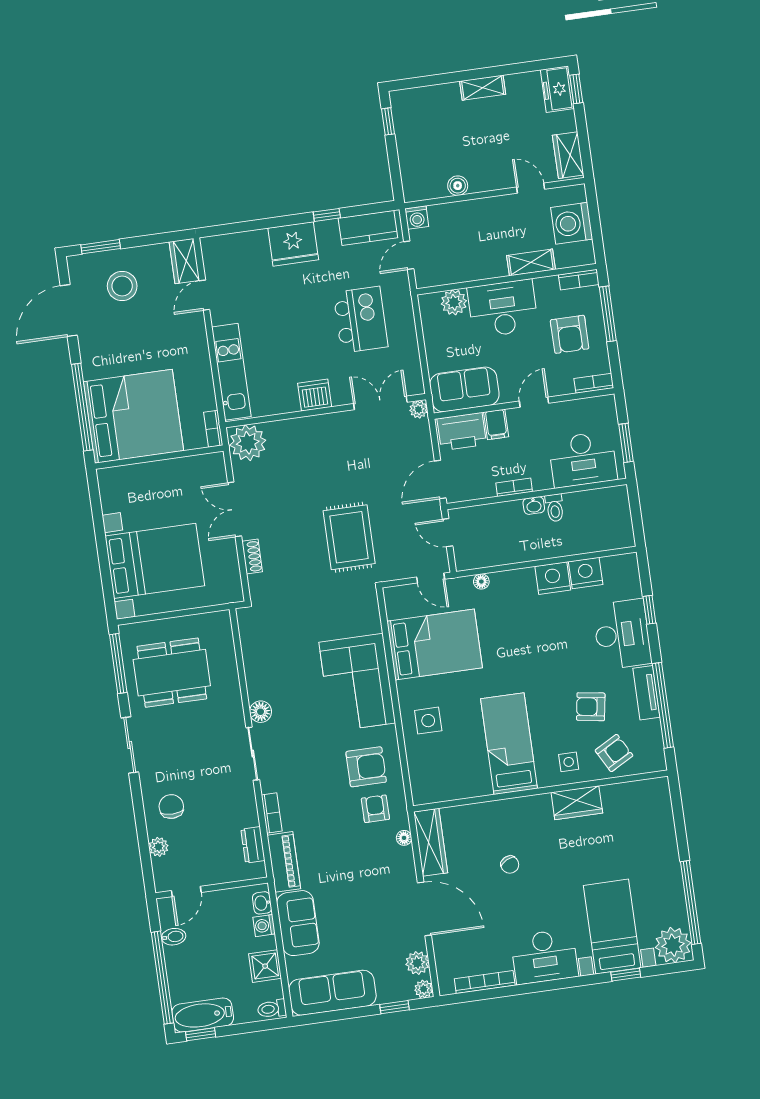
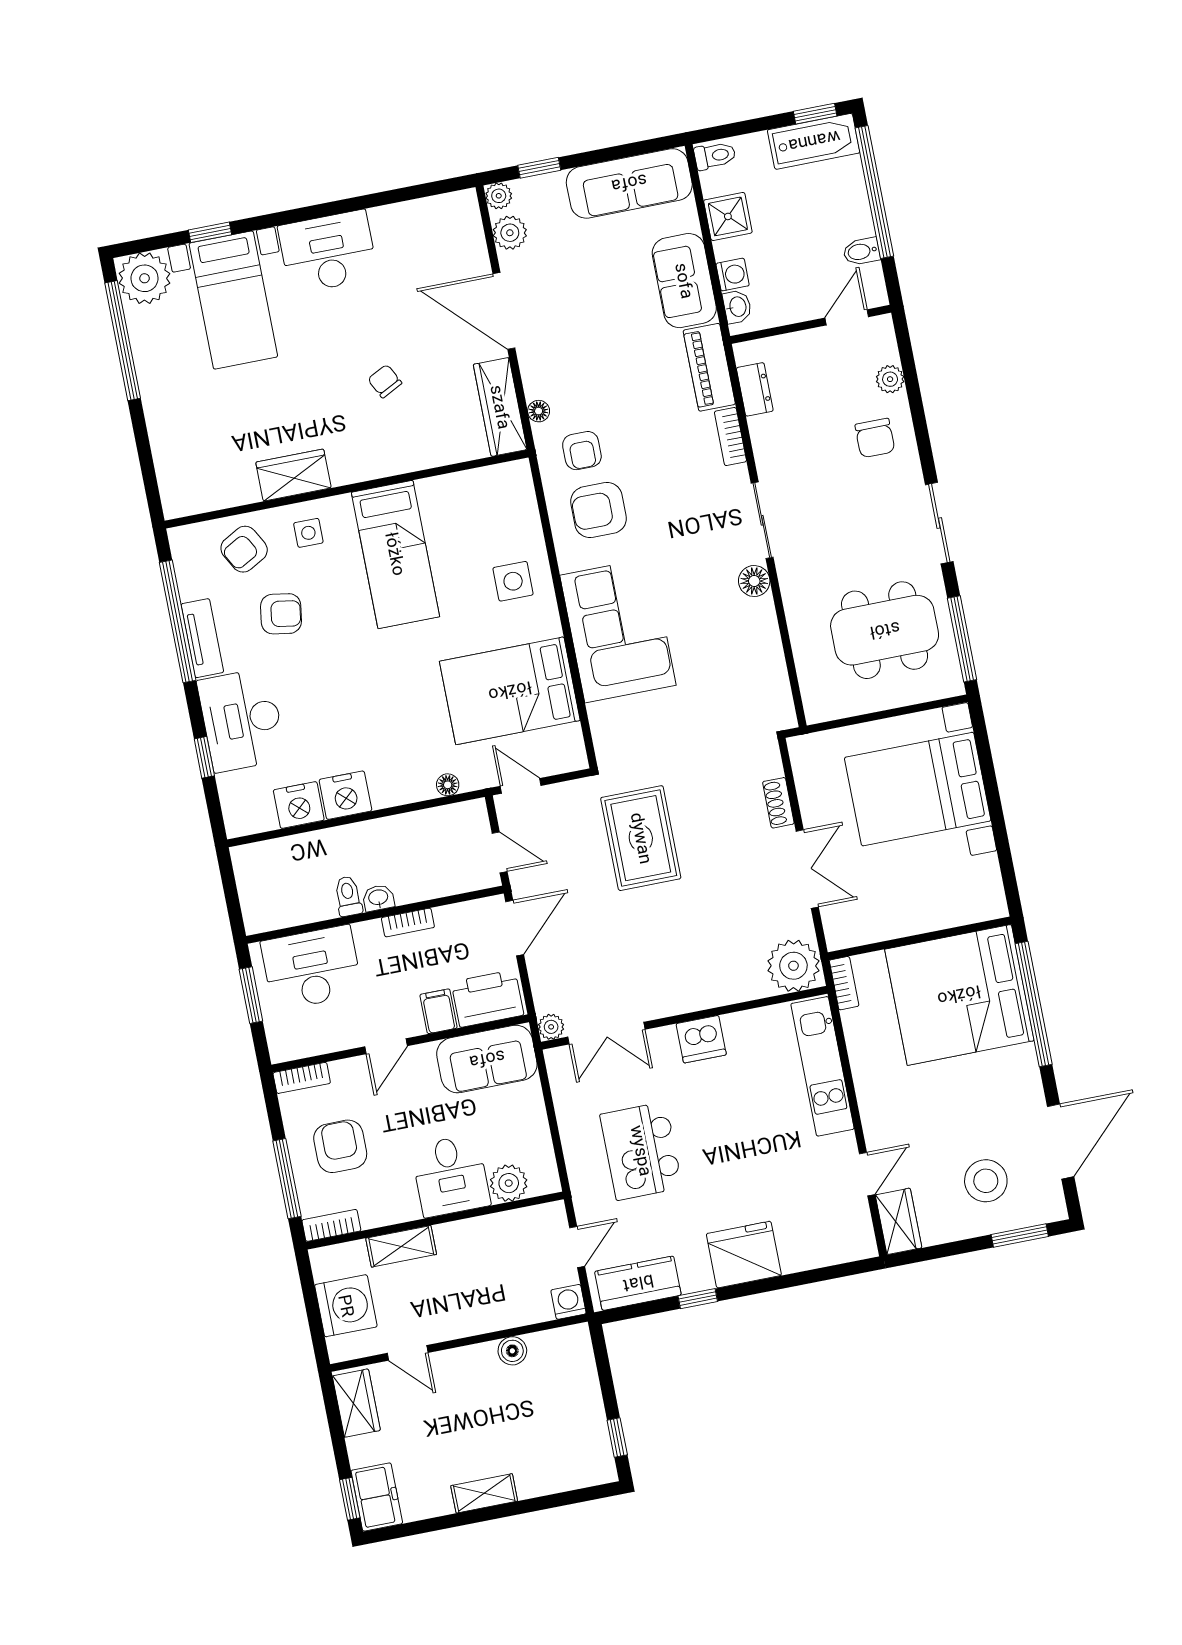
desk: (503, 308) -> (451, 1176), width x0.73
bookcase: (485, 982) -> (412, 211), removed

